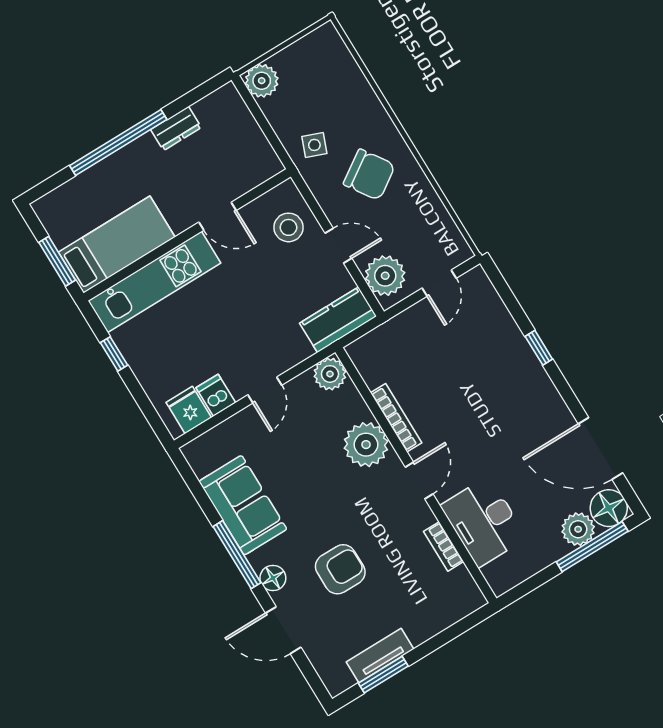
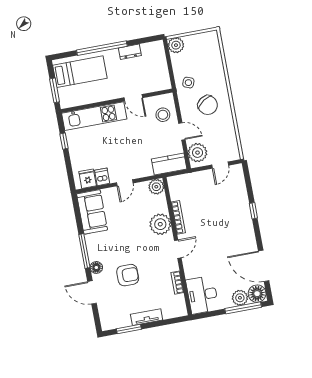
bed: (117, 245) -> (80, 72), moved
sofa: (243, 505) -> (92, 212), moved
desk: (484, 522) -> (202, 295), moved
tv unit: (380, 655) -> (147, 317), moved

